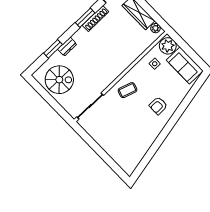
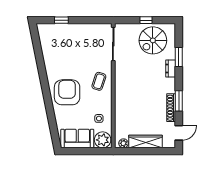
window: (49, 99) -> (146, 20), added
armchair: (158, 106) -> (67, 92), width x1.88, depth x1.88
window: (109, 161) -> (61, 20), added

